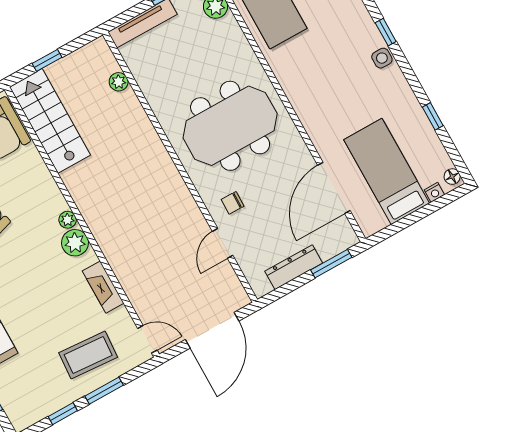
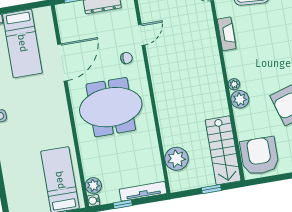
plant: (119, 82) -> (177, 159), width x1.88, depth x1.88
door: (334, 188) -> (62, 62), moved
plant: (75, 243) -> (240, 99), moved

